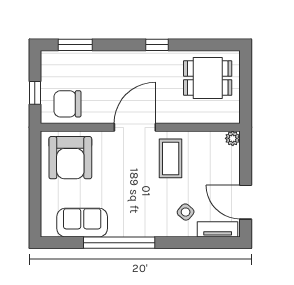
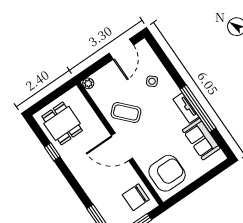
window: (157, 45) -> (52, 152), moved
chair: (67, 104) -> (136, 197), turned 90
coffee table: (171, 158) -> (126, 112), turned 47
tv unit: (218, 229) -> (186, 108), moved

